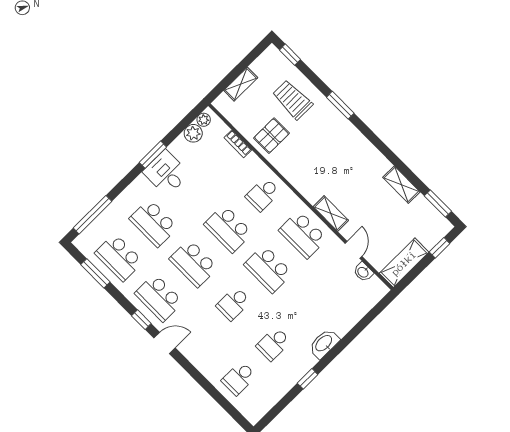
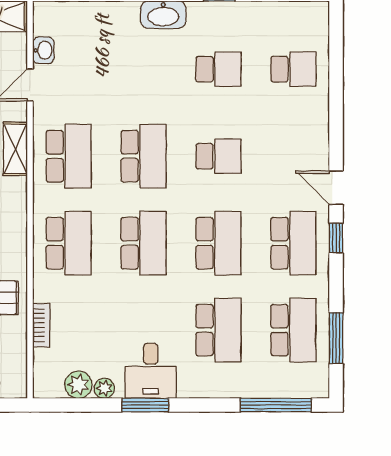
plant: (204, 120) -> (104, 388), moved
school desk: (263, 194) -> (69, 243), width x1.85

